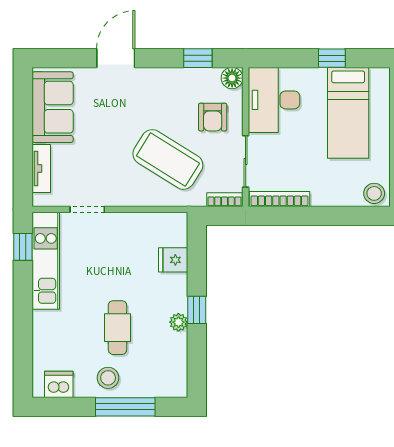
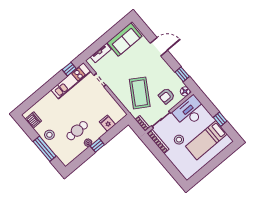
stool: (374, 193) -> (179, 140), moved
cafe table: (117, 328) -> (77, 131), moved

